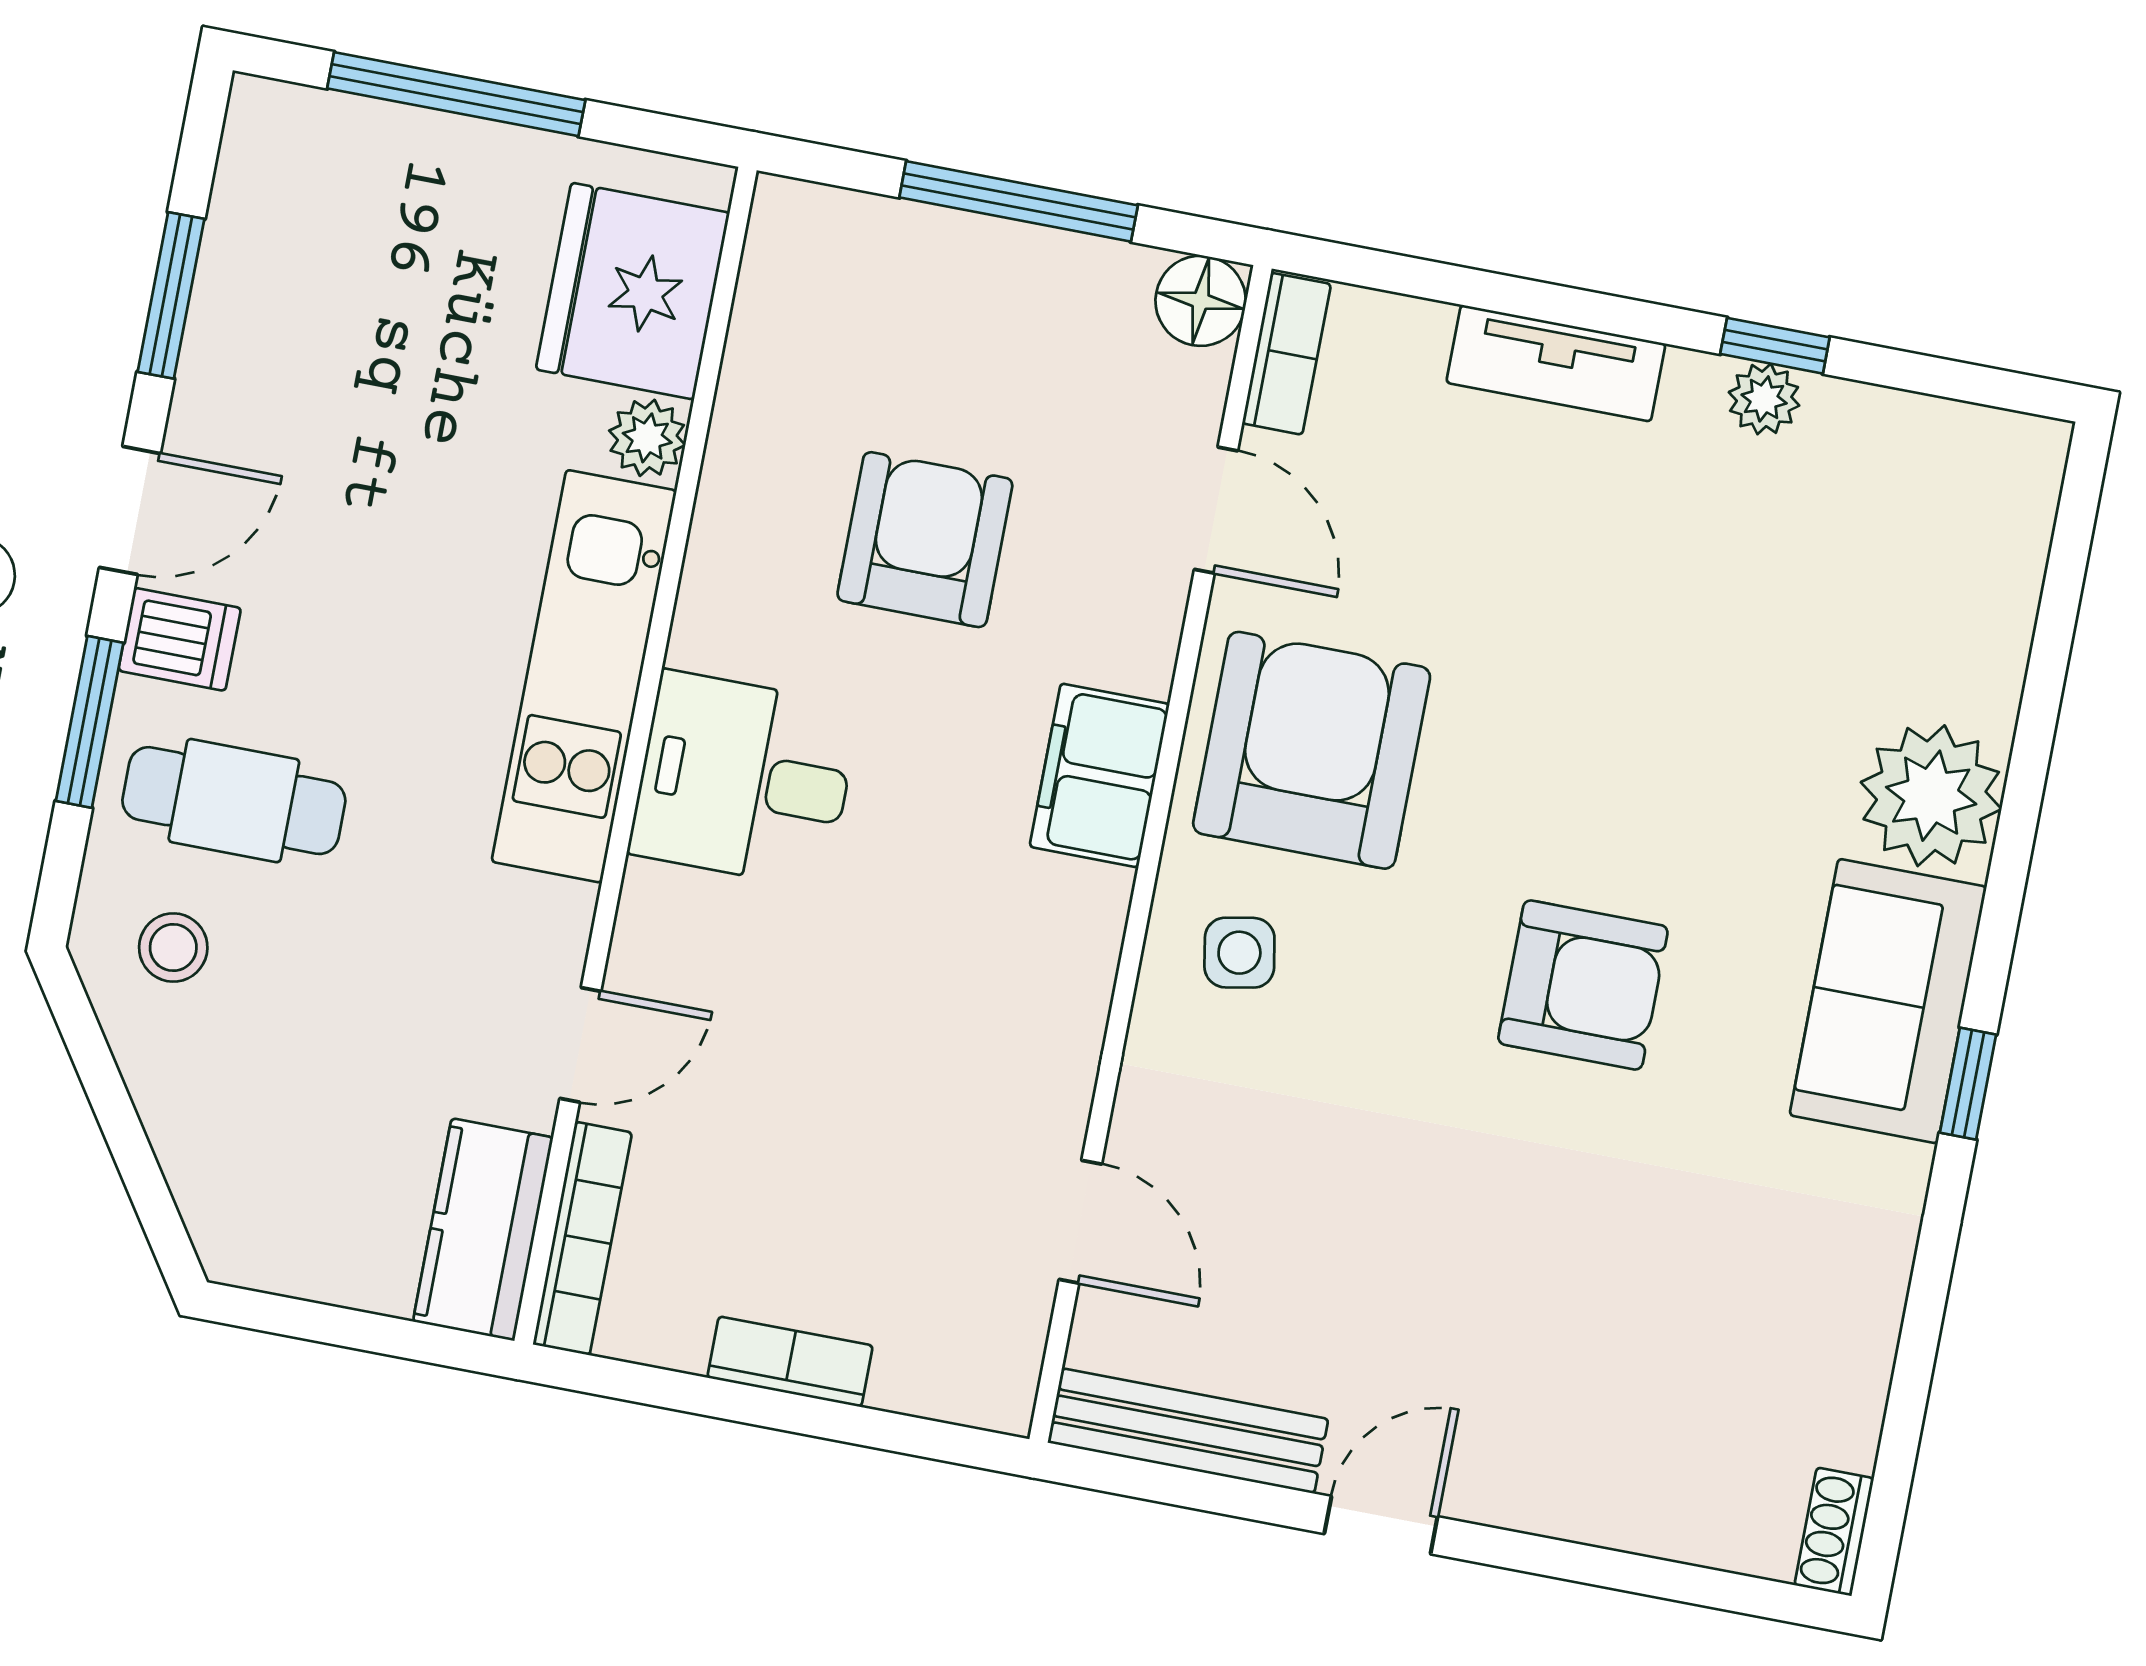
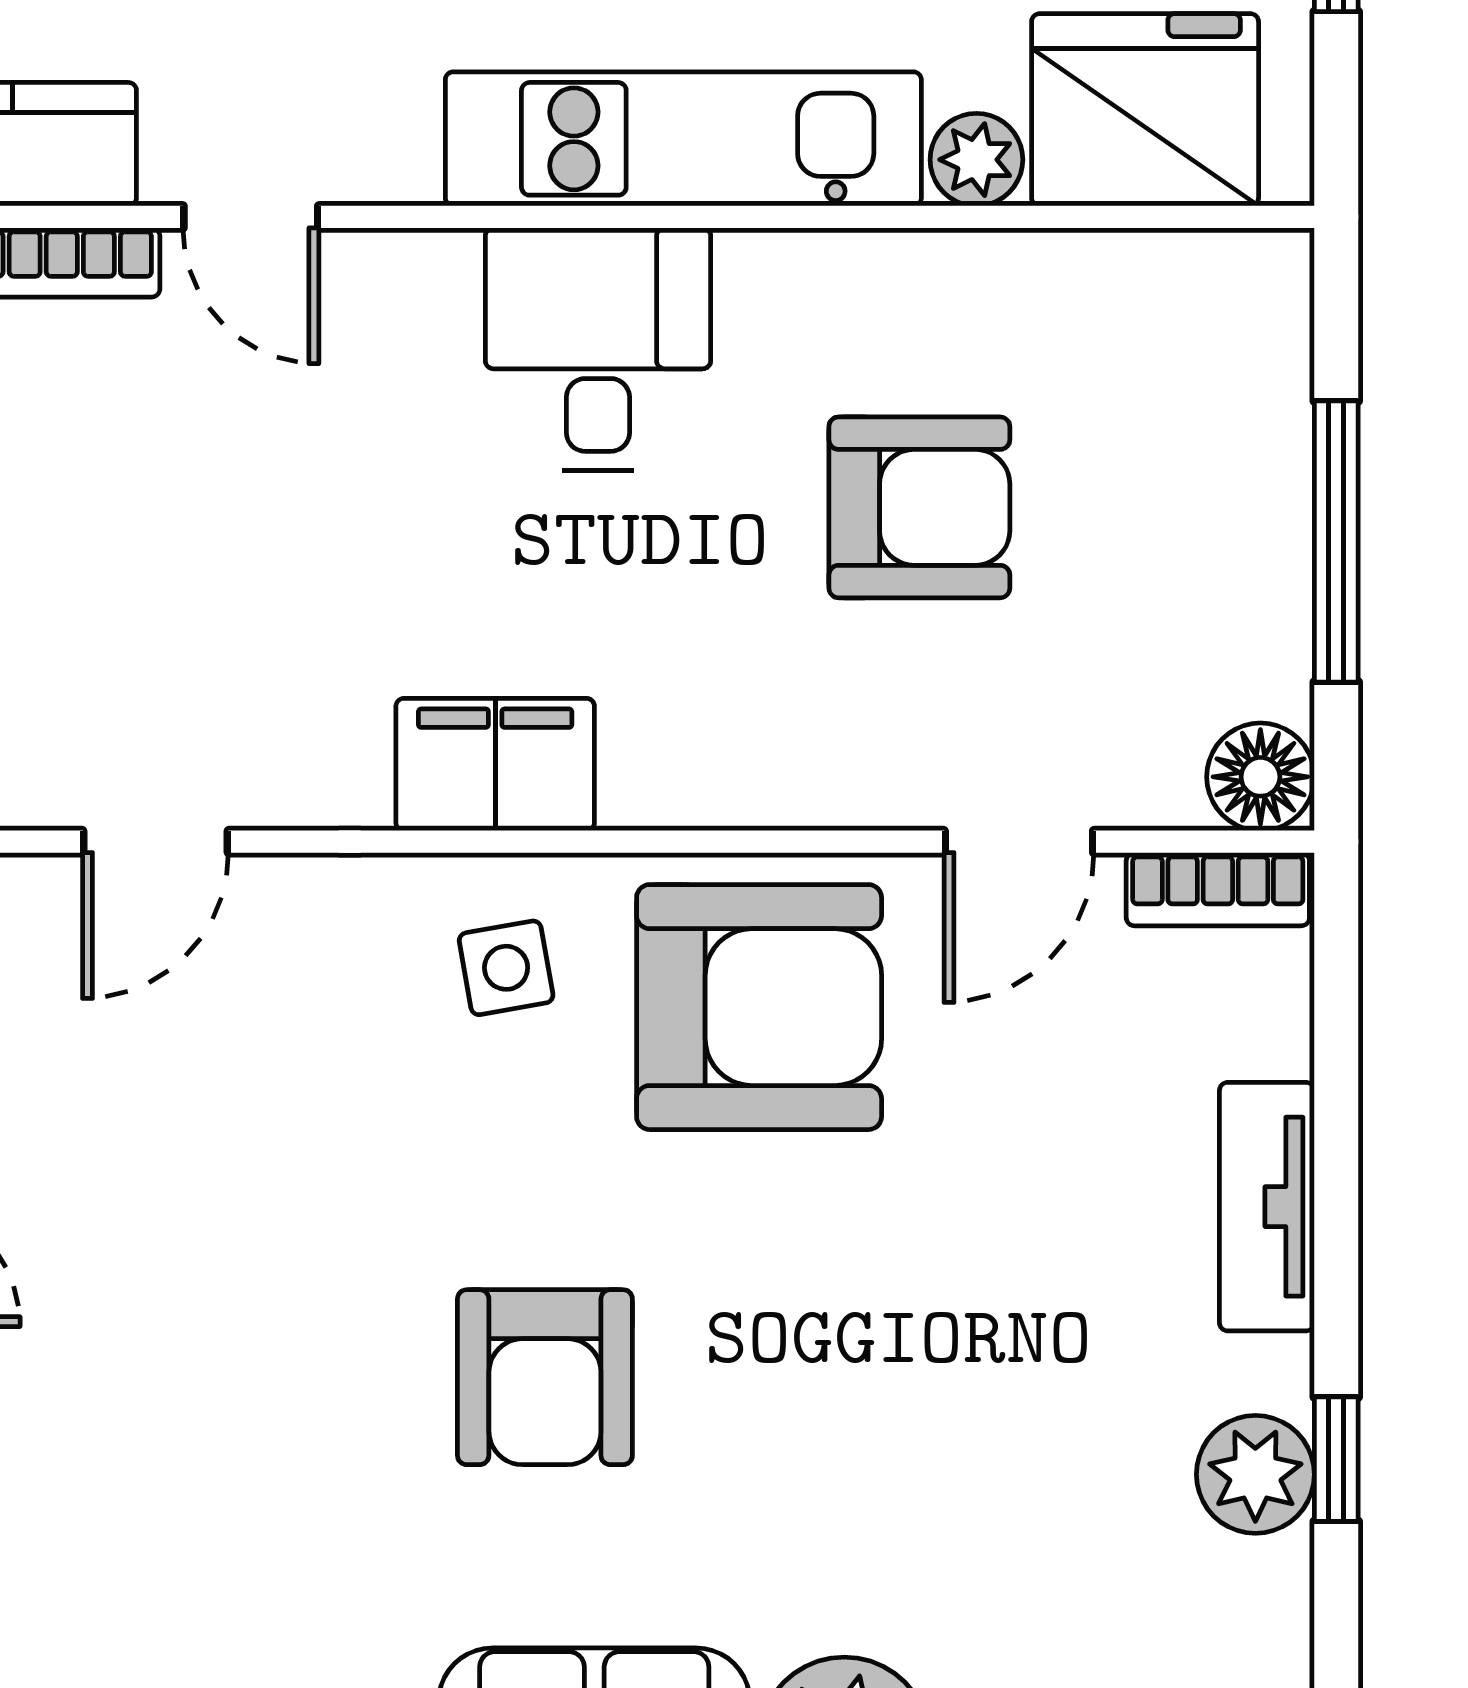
plant: (1764, 399) -> (1255, 1474), width x1.38, depth x1.38
filing cabinet: (1100, 775) -> (495, 764), moved

